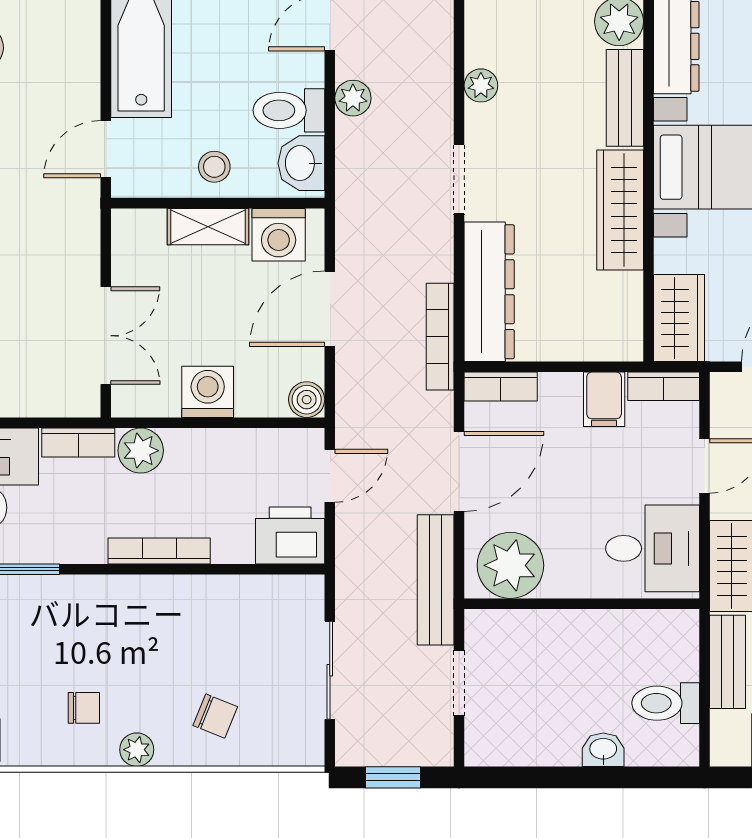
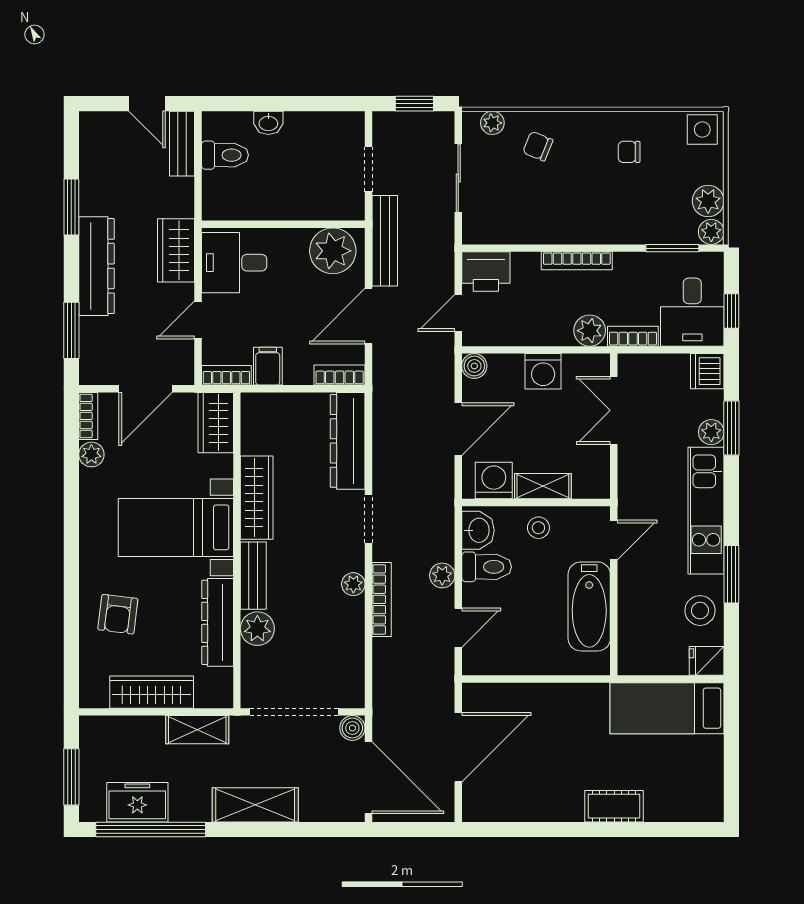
bookcase: (440, 337) -> (382, 599), moved
bench: (728, 662) -> (182, 144), moved
plant: (137, 750) -> (492, 123), moved

